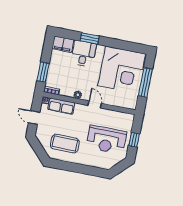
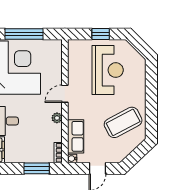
coffee table: (65, 144) -> (123, 122), turned 62

